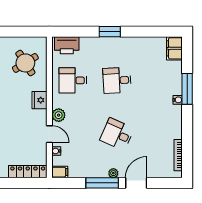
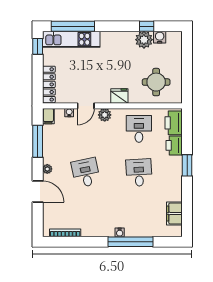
printer: (90, 45) -> (174, 145), added
filing cabinet: (174, 48) -> (174, 213), moved, turned -90
round table: (25, 63) -> (156, 82), turned 32
window: (187, 89) -> (131, 242), width x1.46
desk: (117, 134) -> (86, 173), turned -36
window: (102, 183) -> (38, 141), moved

